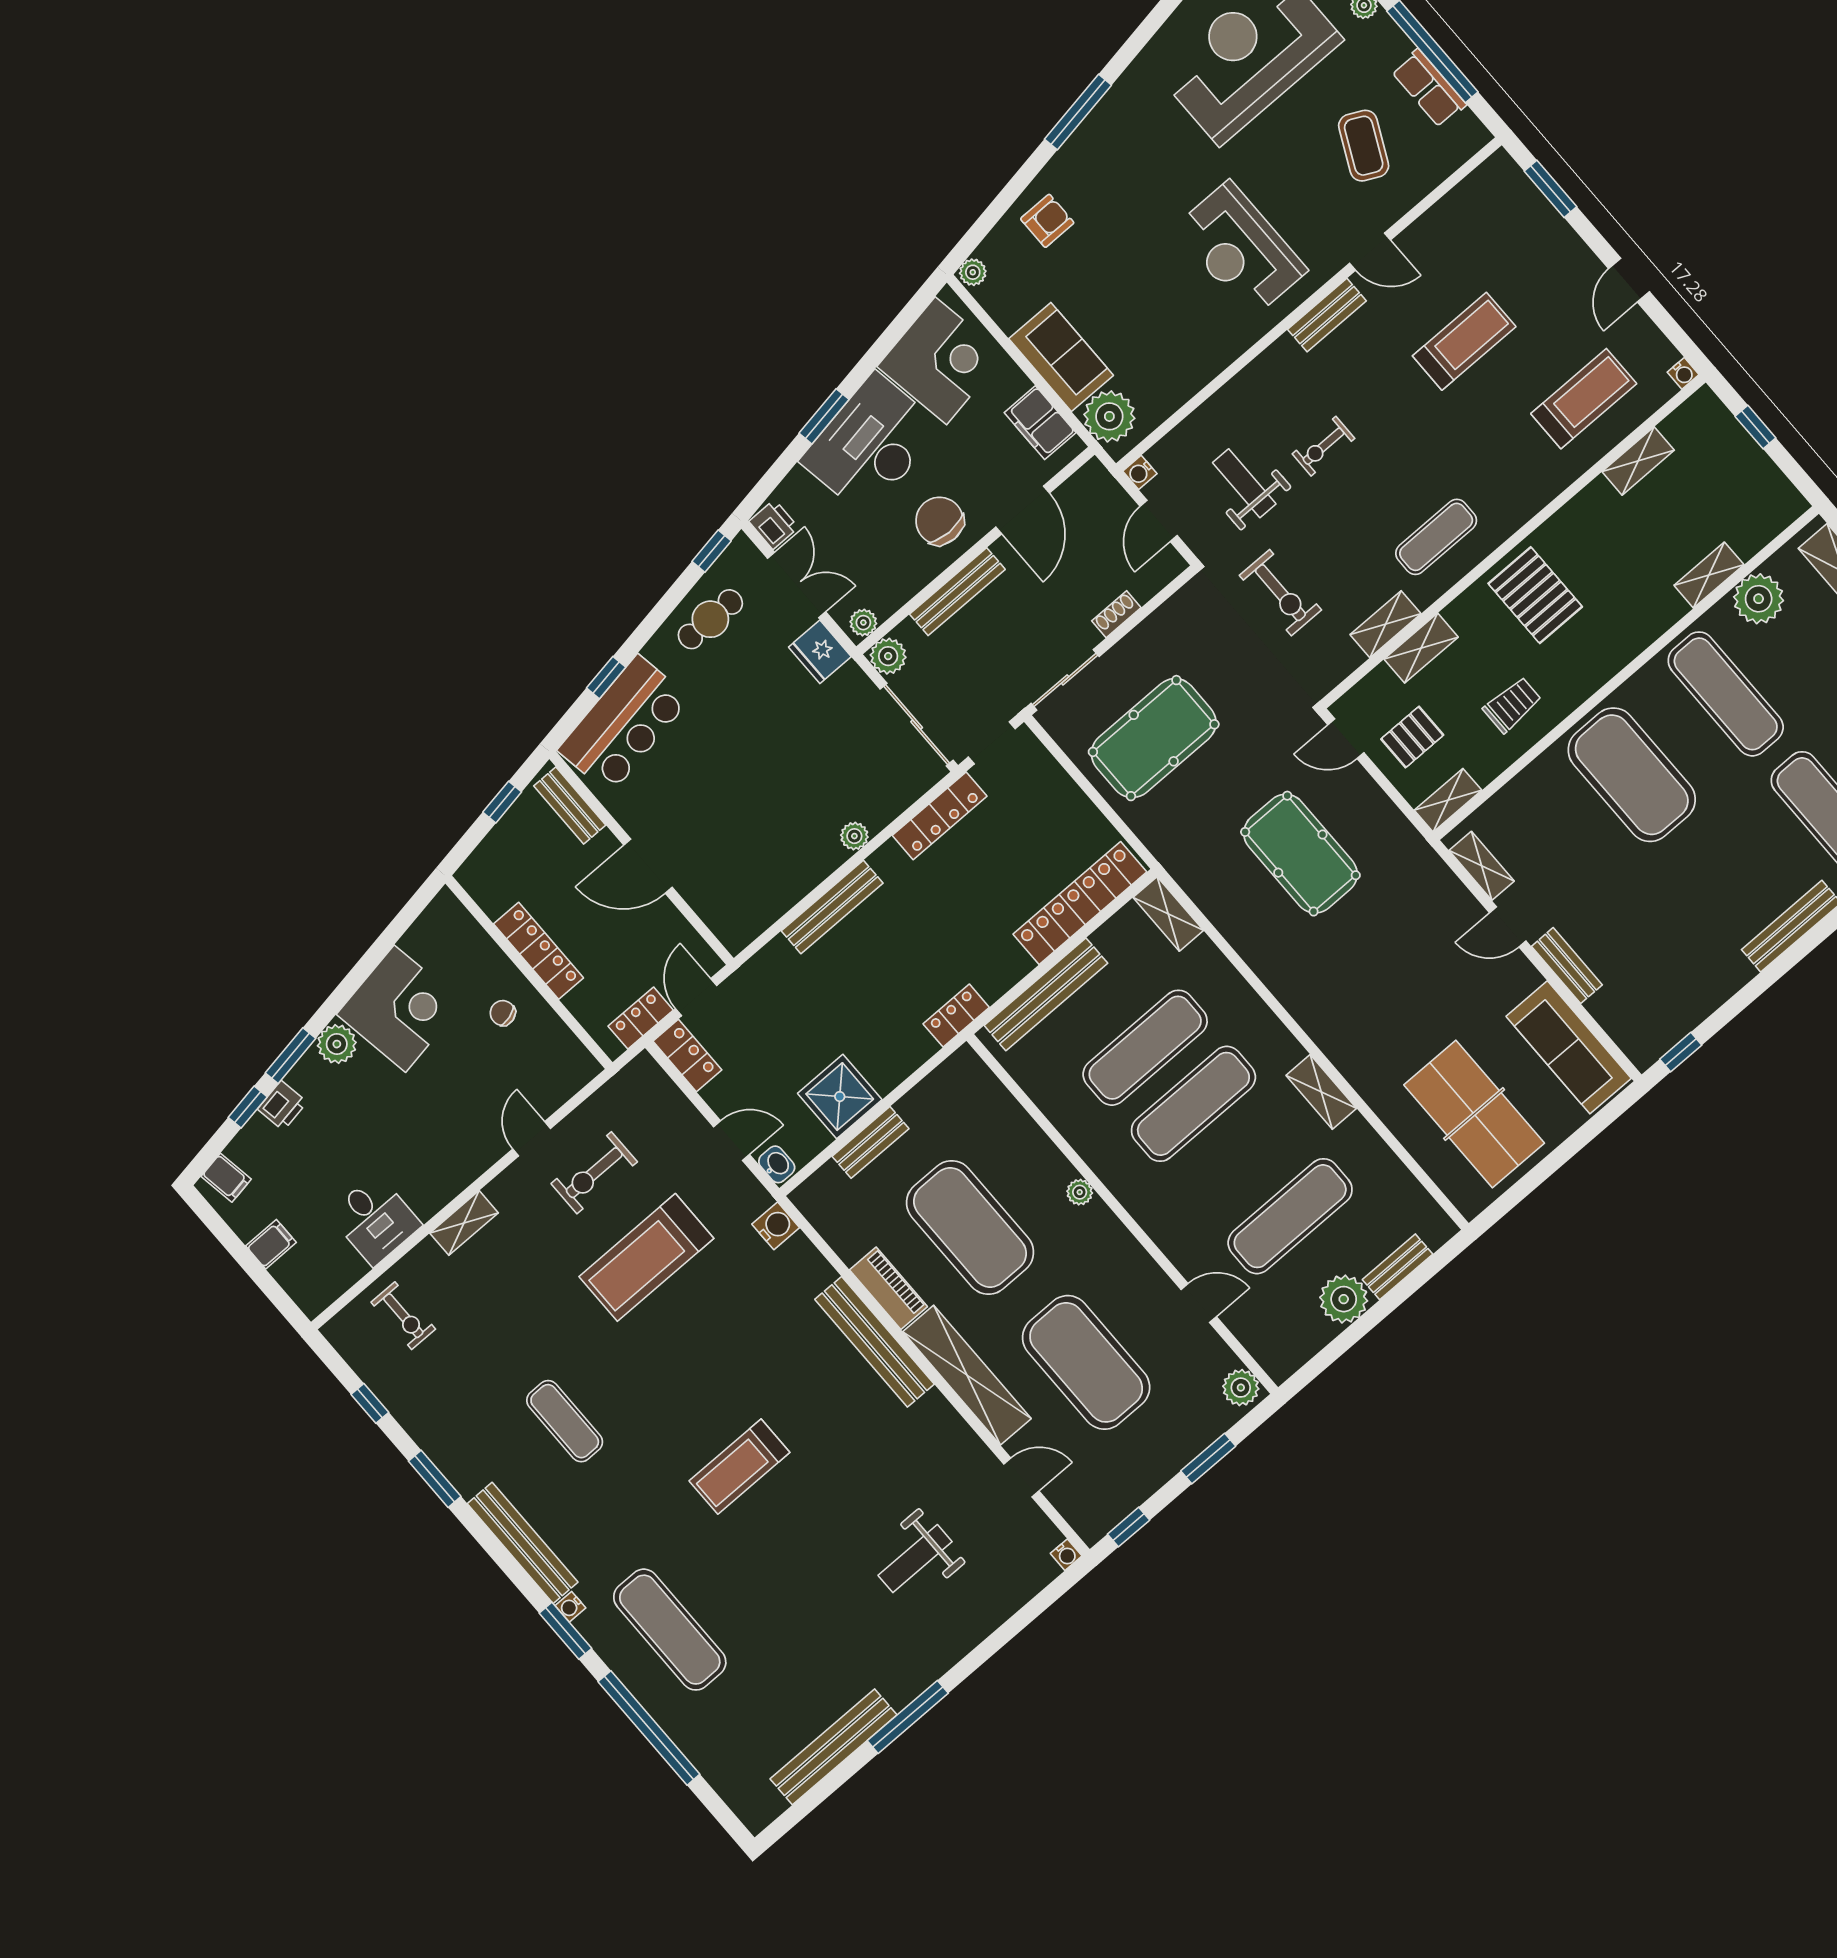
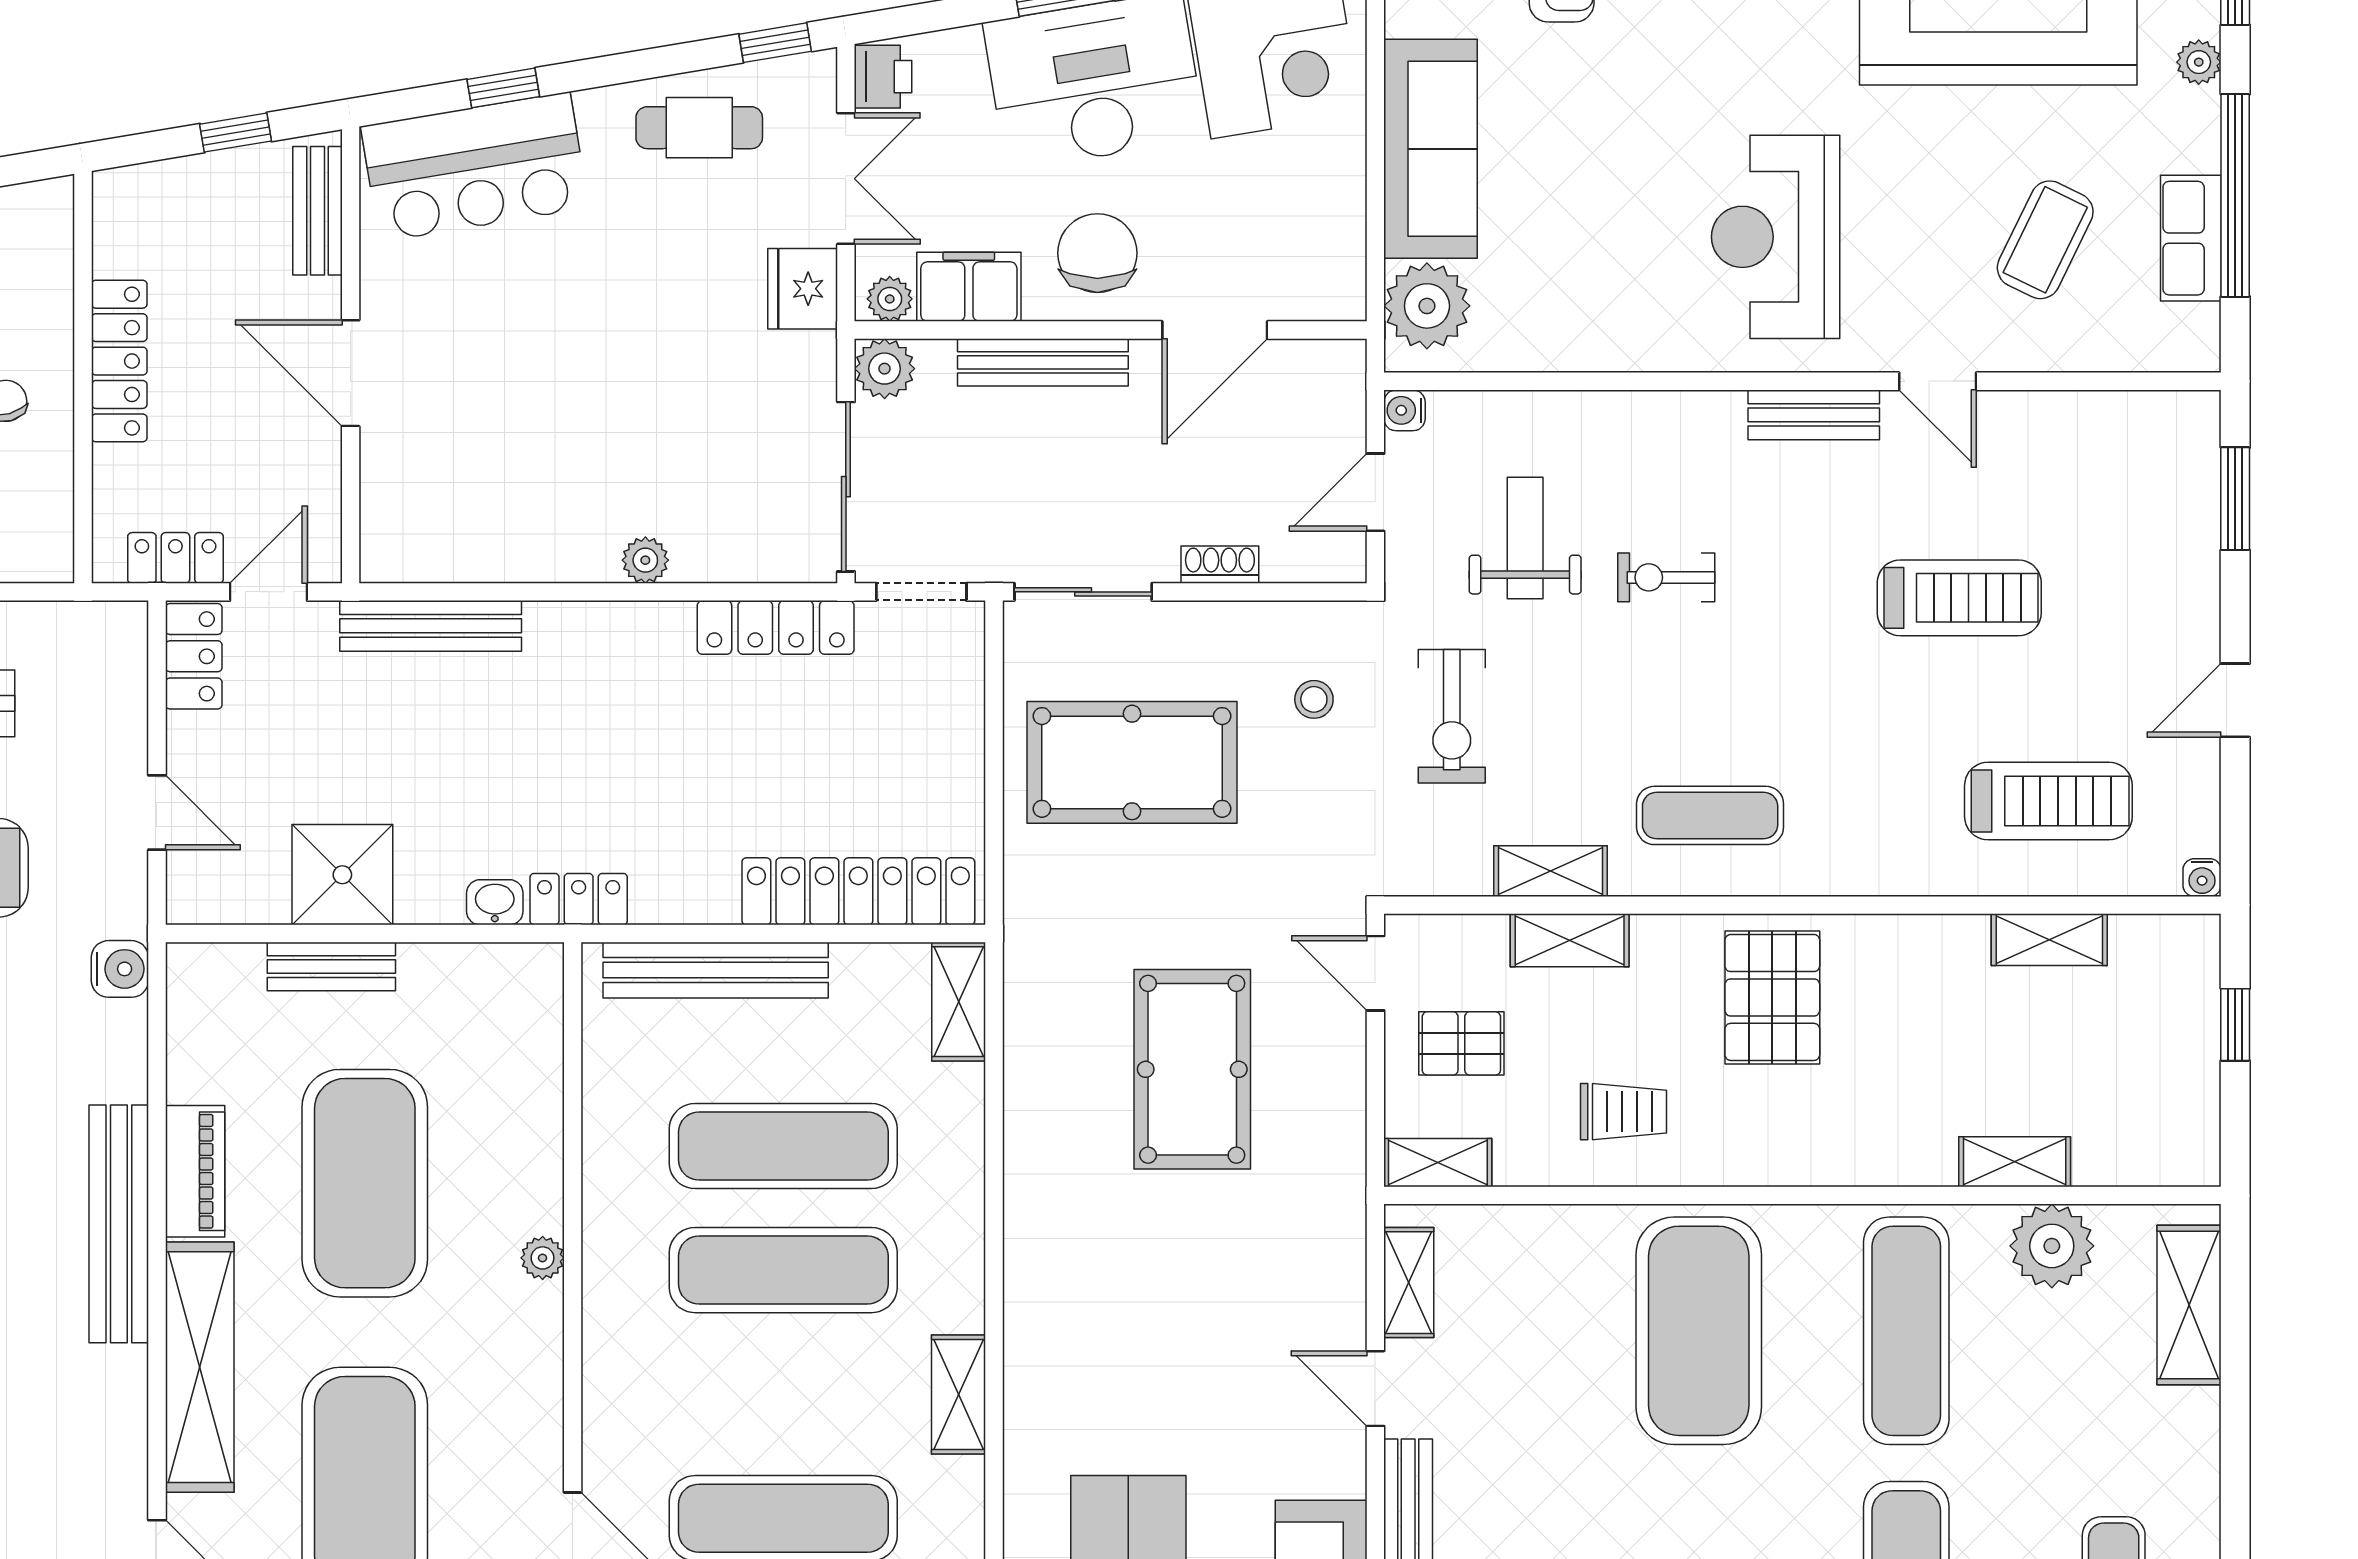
sofa: (1061, 357) -> (1431, 149), width x1.36
filing cabinet: (1040, 423) -> (969, 287), moved, turned 90
stool: (1211, 639) -> (1314, 699), added
bench: (832, 907) -> (431, 626), moved
washbasin: (777, 1164) -> (495, 902), moved, turned -90

